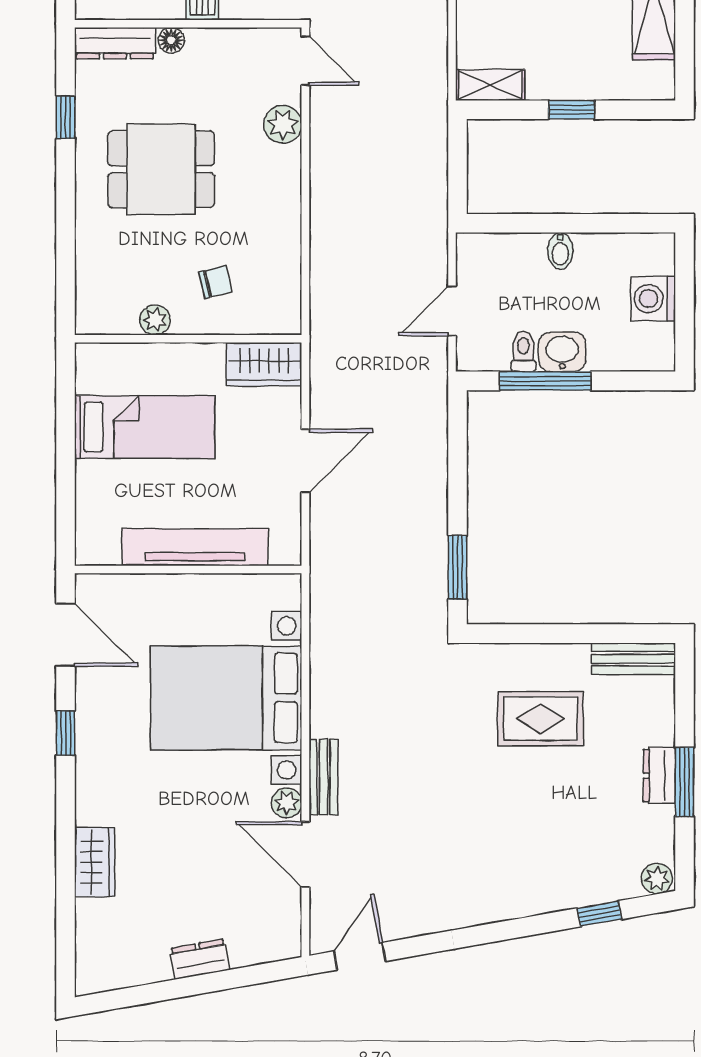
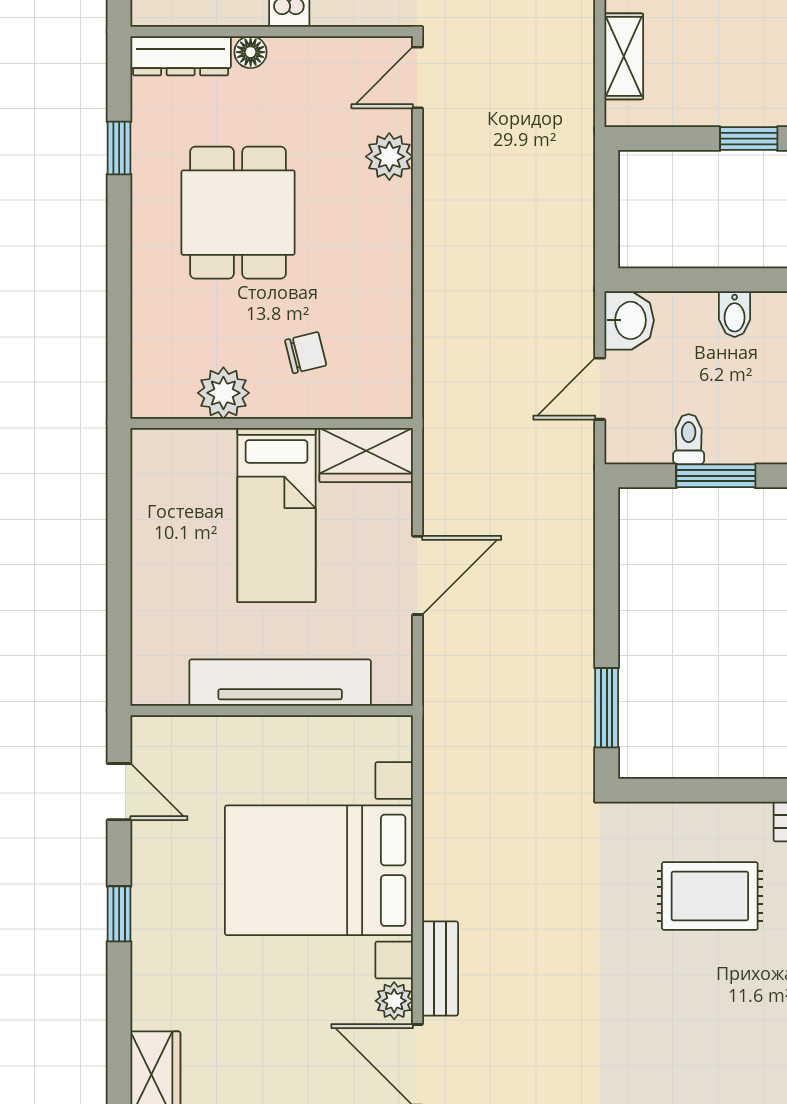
door: (305, 61) -> (417, 77), swing flipped
shelving: (490, 85) -> (624, 56), moved, turned 90
dining table: (161, 169) -> (238, 213), turned 90
plant: (155, 320) -> (223, 393), width x1.38, depth x1.38
washbasin: (562, 352) -> (629, 320), moved, turned 90
window: (545, 381) -> (716, 476), width x0.69
bed: (145, 427) -> (276, 515), moved, turned 90
door: (65, 635) -> (119, 792), width x0.73

